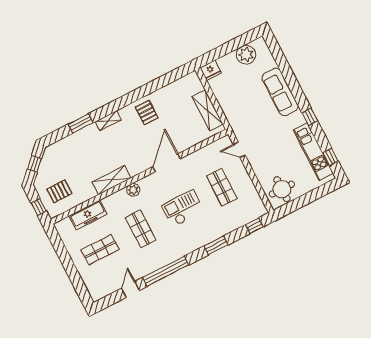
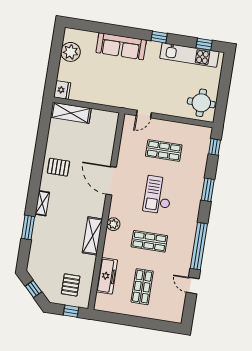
shelving: (208, 110) -> (71, 113), moved

